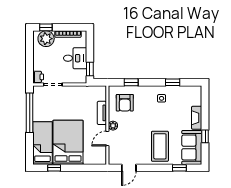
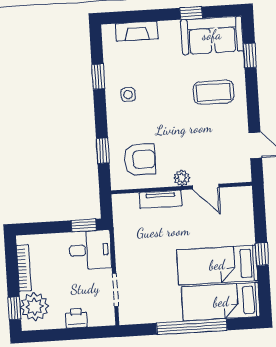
desk: (75, 58) -> (90, 250), moved, turned 90
printer: (38, 77) -> (76, 318), moved
window: (30, 113) -> (192, 327), moved
fireplace: (197, 118) -> (137, 31), moved
bed: (68, 142) -> (217, 265), width x0.67
coffee table: (160, 146) -> (214, 92), width x0.73, depth x0.76
window: (54, 168) -> (262, 254), moved

